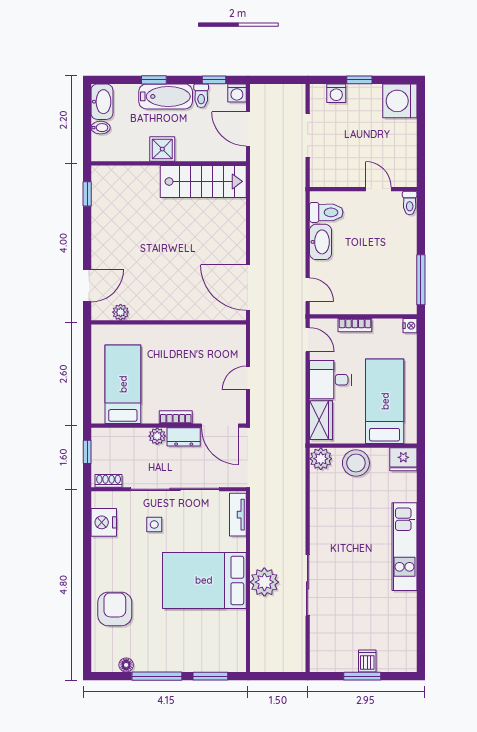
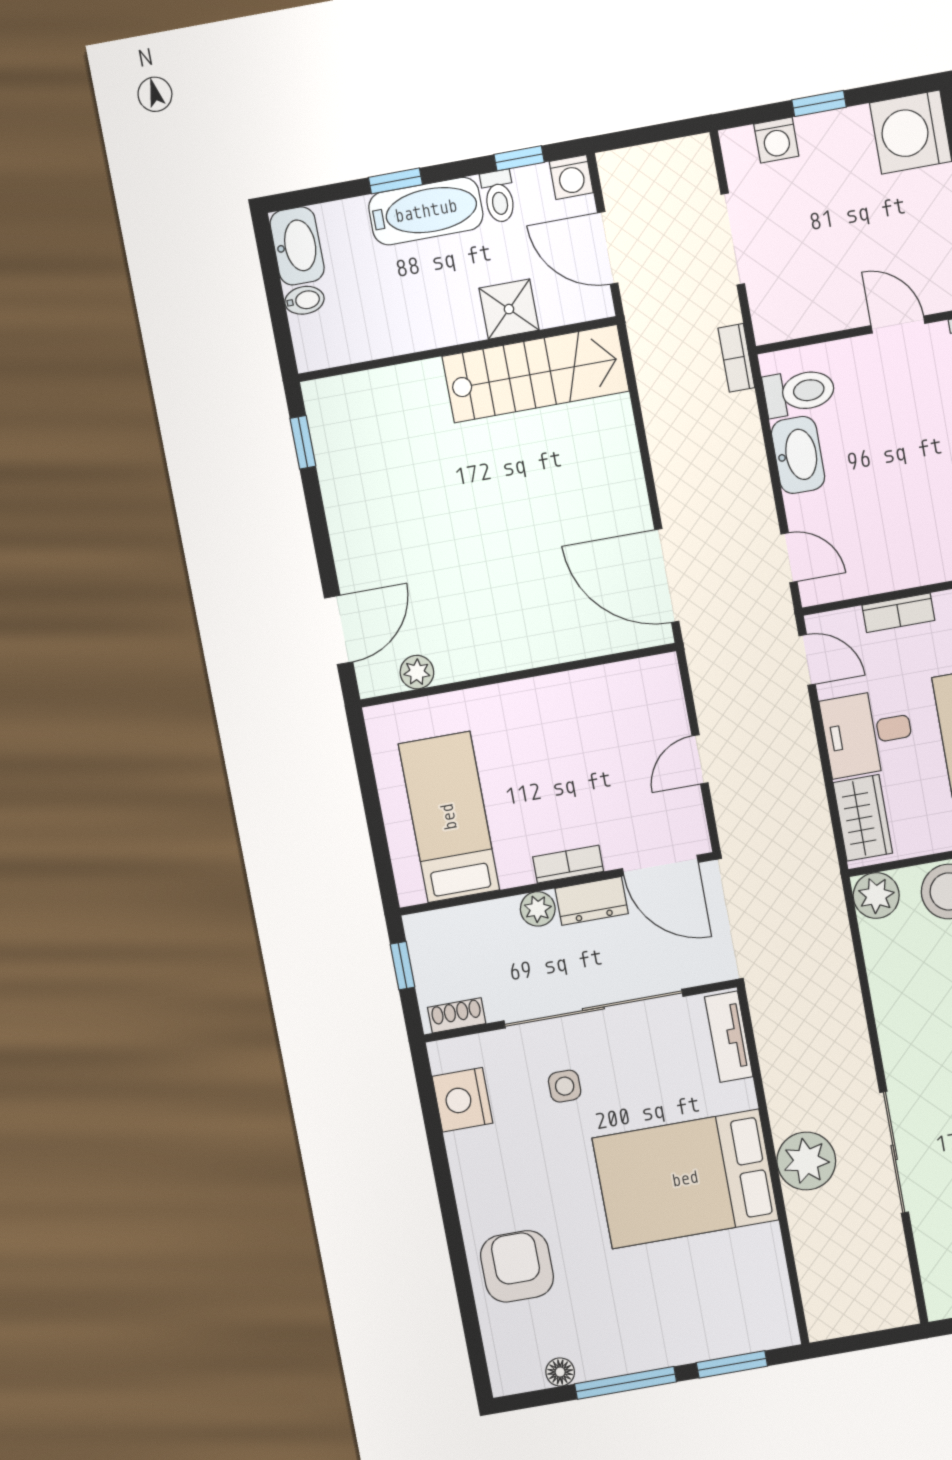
shower: (162, 149) -> (509, 309), moved
bookcase: (299, 191) -> (736, 358), added

